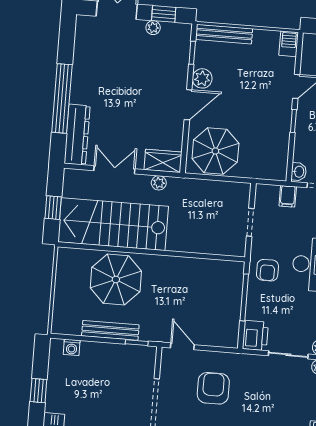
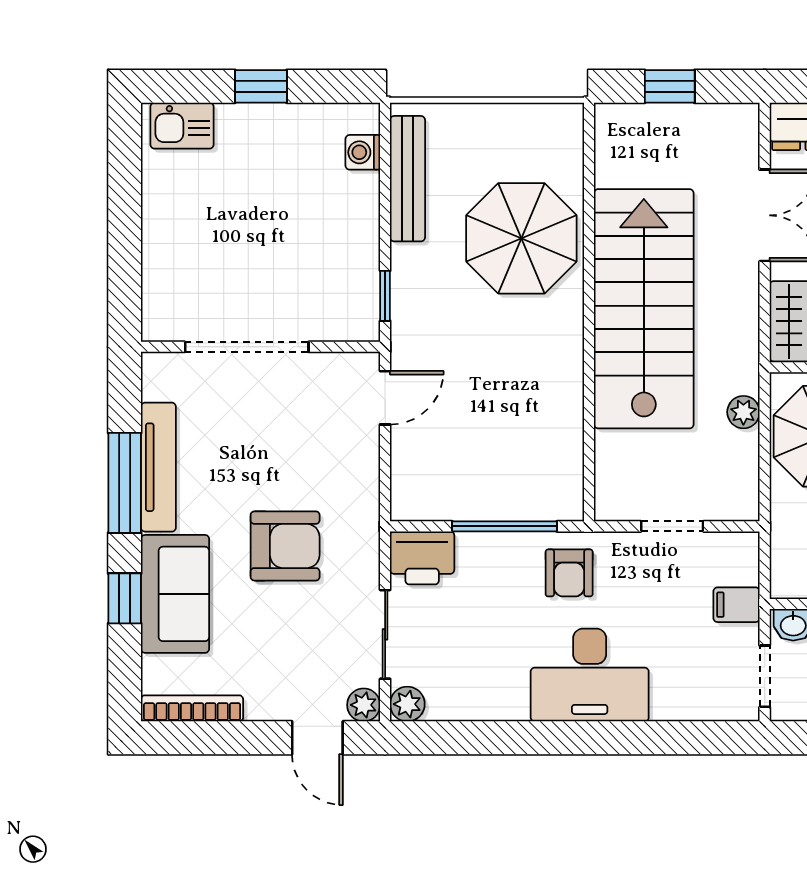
plant: (159, 183) -> (743, 412), moved
stairs: (113, 224) -> (644, 309), moved
armchair: (267, 270) -> (569, 573), turned -90
bench: (110, 330) -> (407, 179), moved
armchair: (213, 388) -> (285, 546), moved

